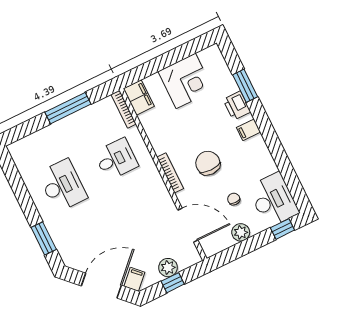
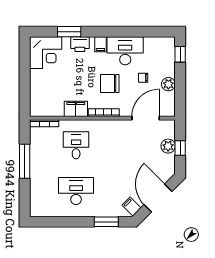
corner desk: (186, 81) -> (46, 53), moved, turned 90
filing cabinet: (139, 97) -> (76, 109), moved
desk: (273, 200) -> (125, 51), moved
filing cabinet: (134, 279) -> (131, 207), moved

